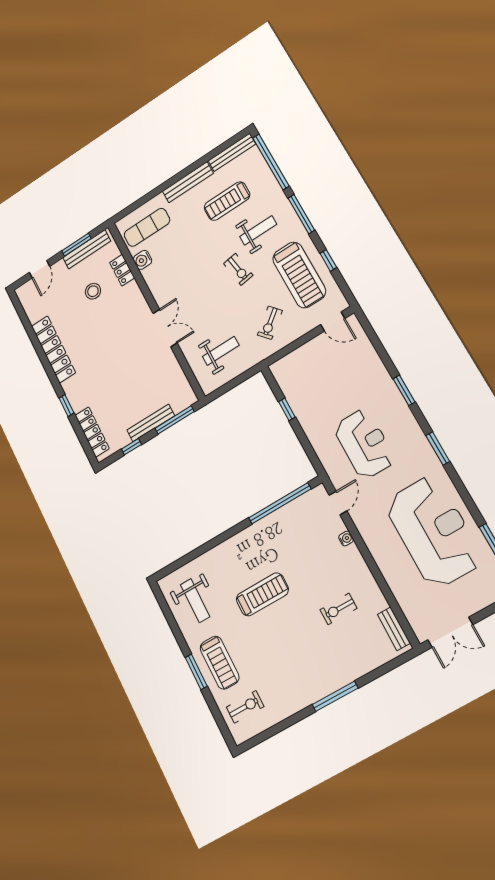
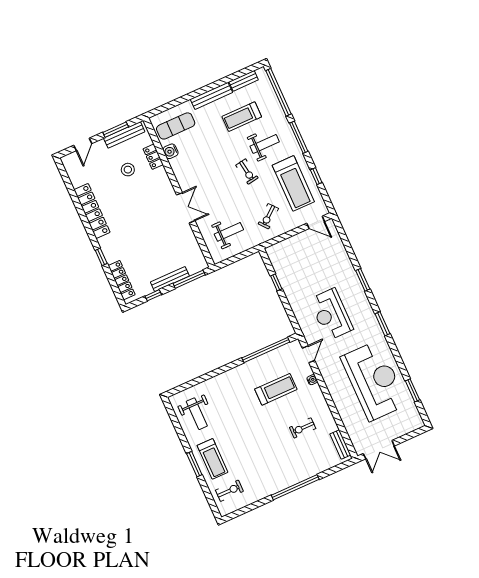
bench: (232, 152) -> (244, 81), width x0.73
reception desk: (364, 444) -> (331, 314), turned 180
treadmill: (262, 594) -> (276, 389), moved
window: (335, 696) -> (295, 487), width x1.46

